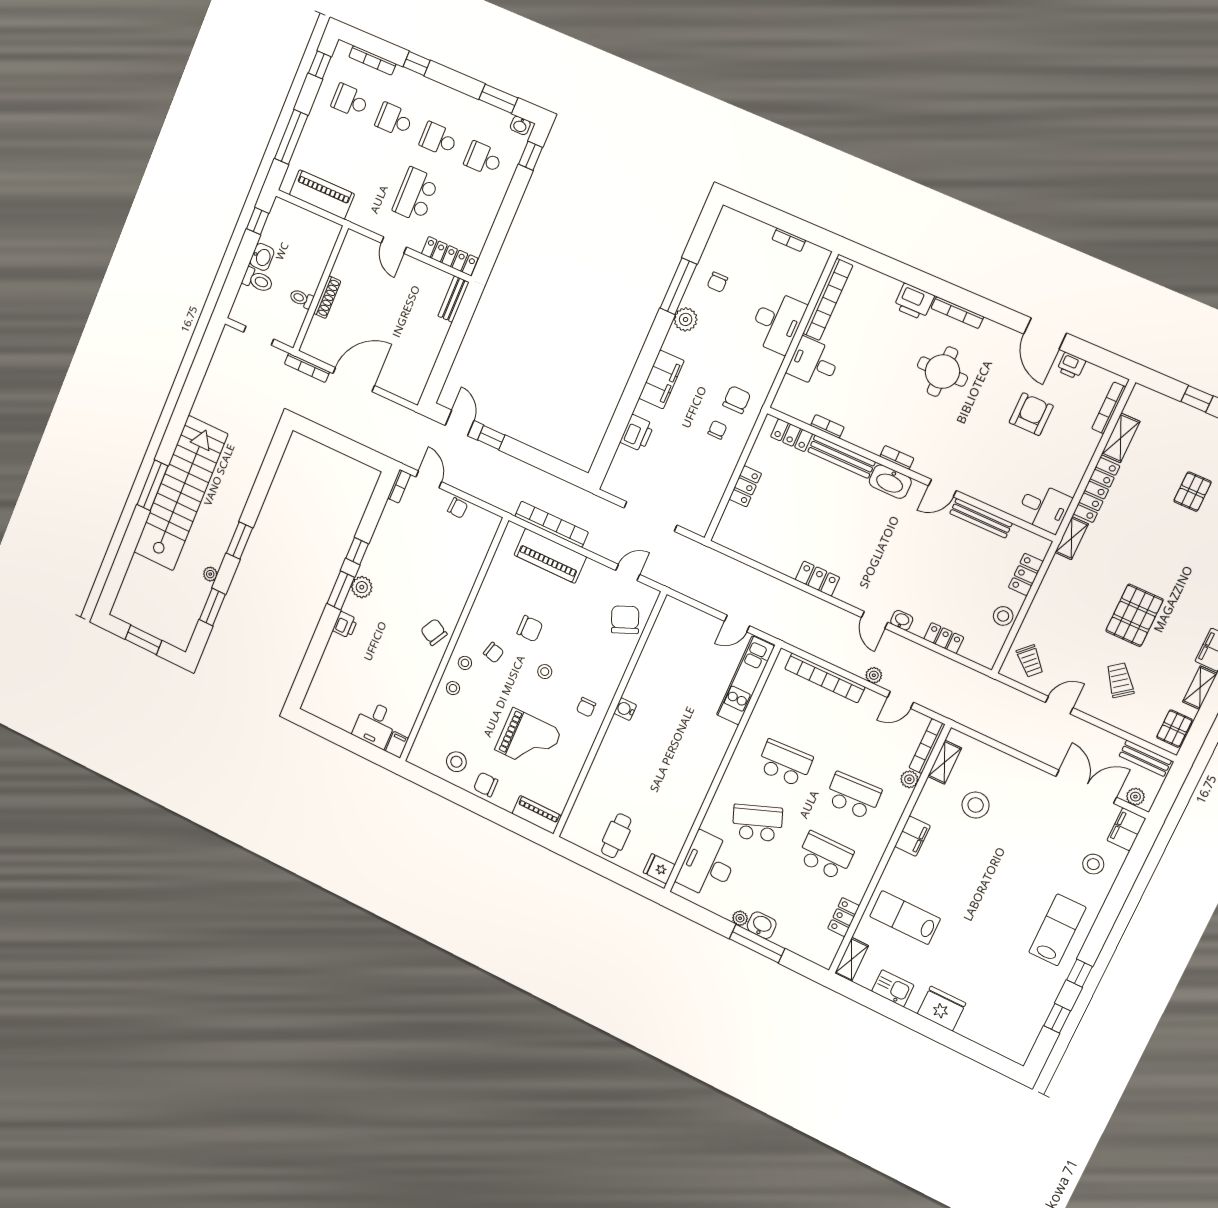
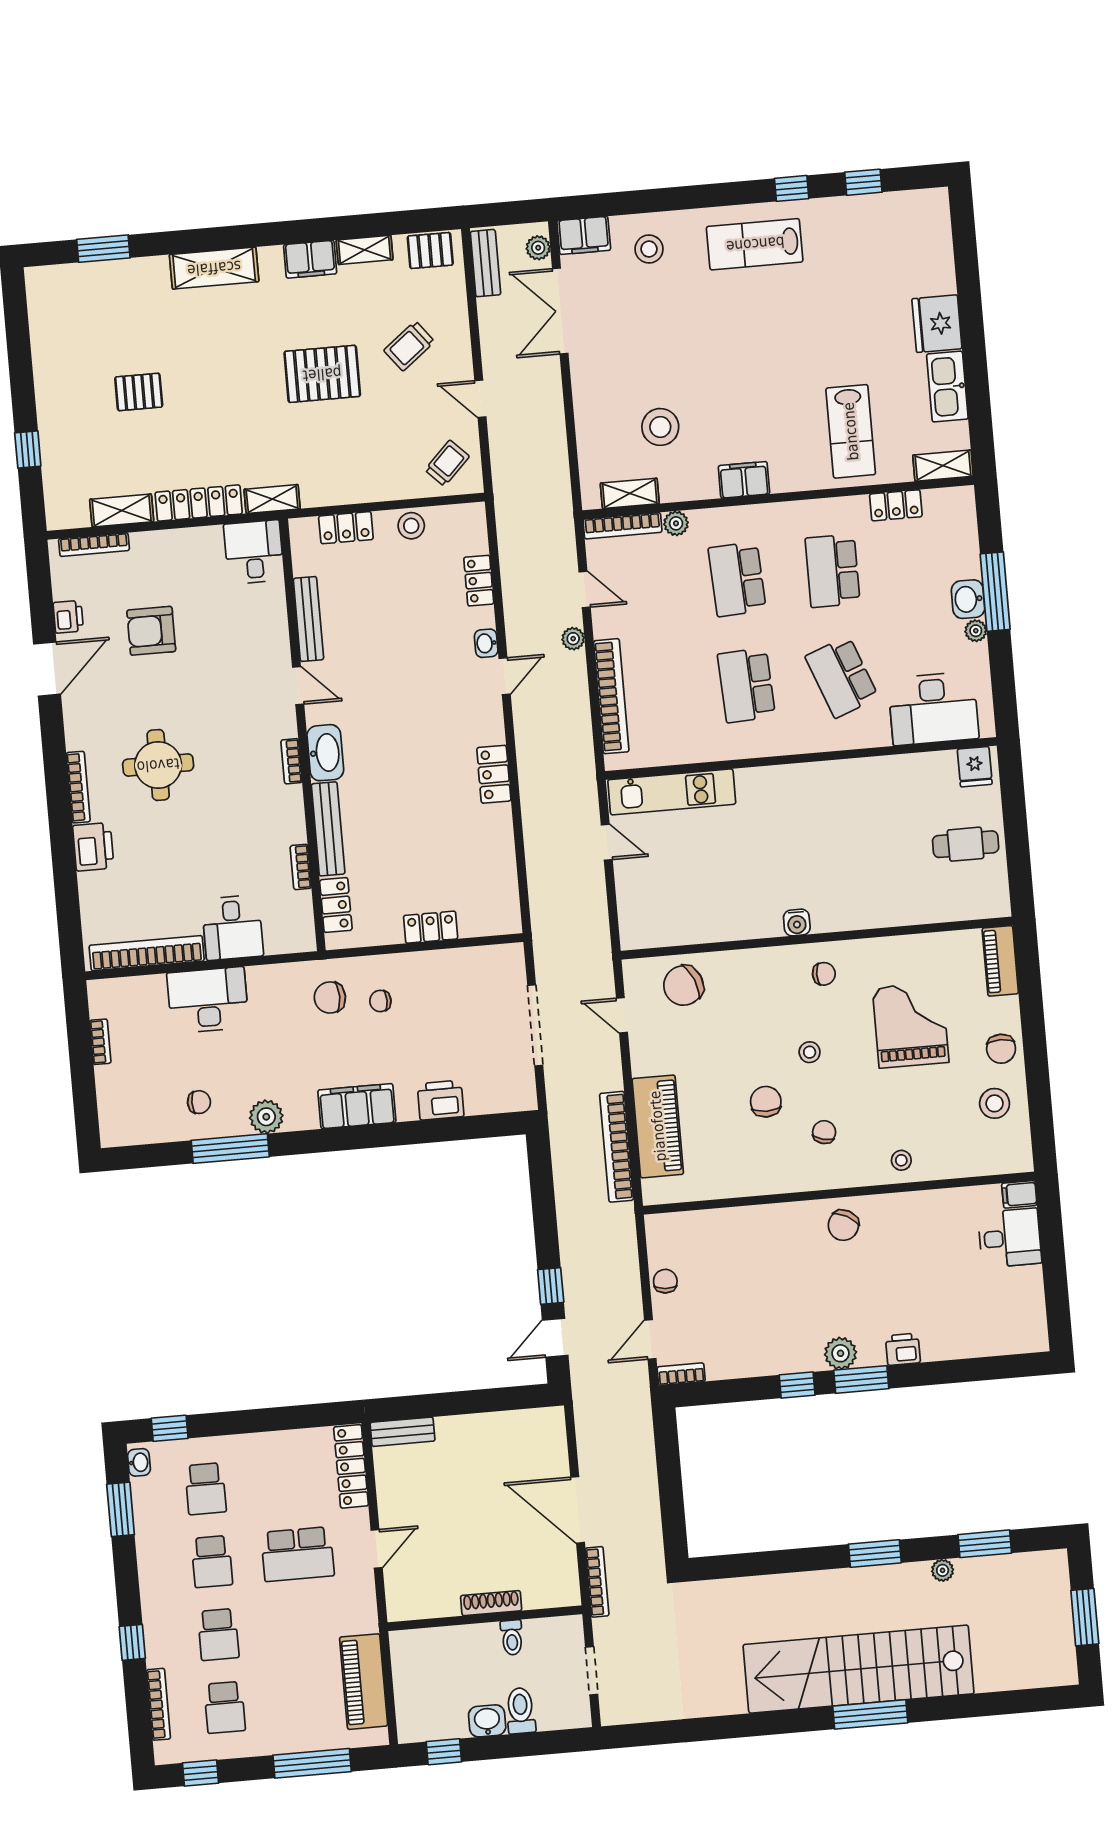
stool: (465, 663) -> (859, 1162), removed
kitchen sink: (893, 988) -> (947, 387), width x1.38

